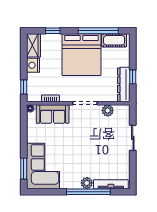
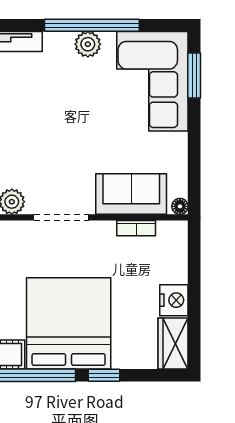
window: (53, 31) -> (104, 375), moved
window: (24, 87) -> (194, 253), removed
plant: (87, 183) -> (88, 44), moved
window: (88, 192) -> (92, 25), moved

